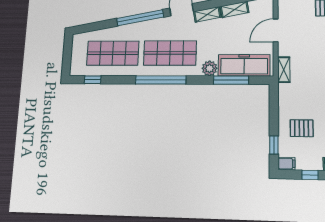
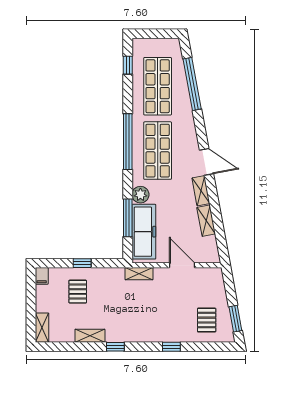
window: (140, 18) -> (192, 84), moved
window: (274, 145) -> (82, 263), moved
window: (310, 175) -> (31, 299), removed

